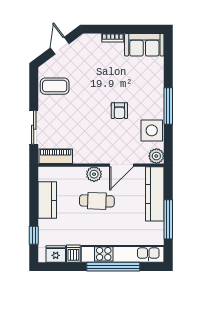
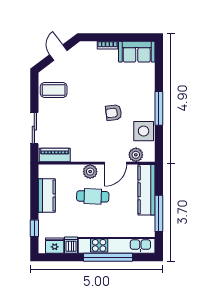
armchair: (119, 111) -> (114, 113), turned 83
plant: (156, 156) -> (136, 155), moved

